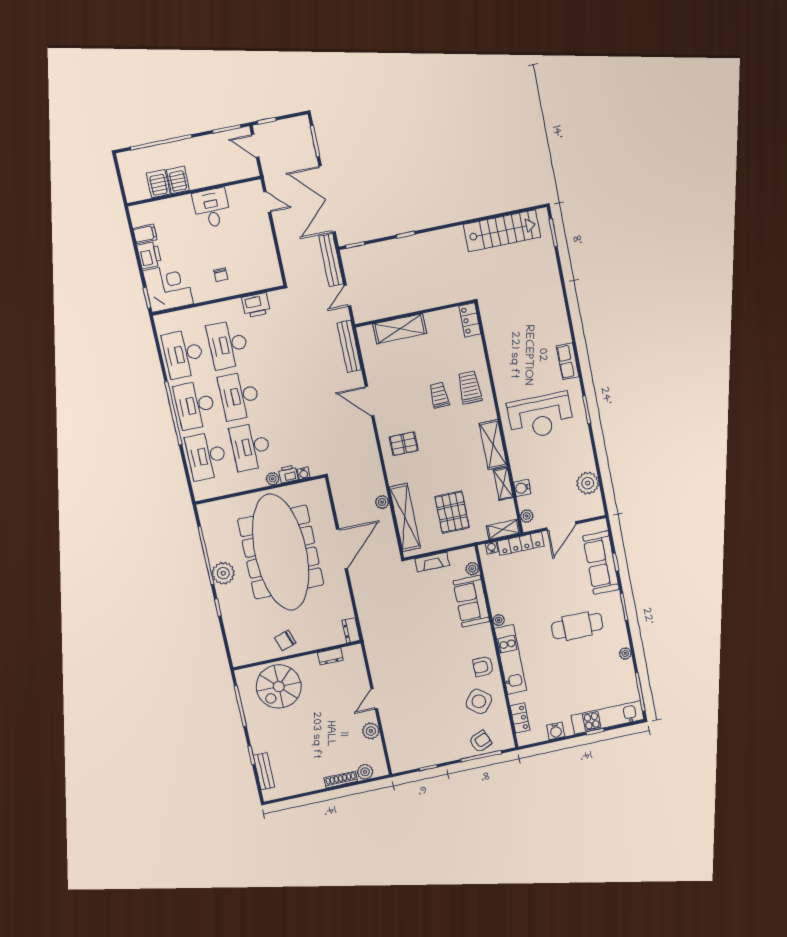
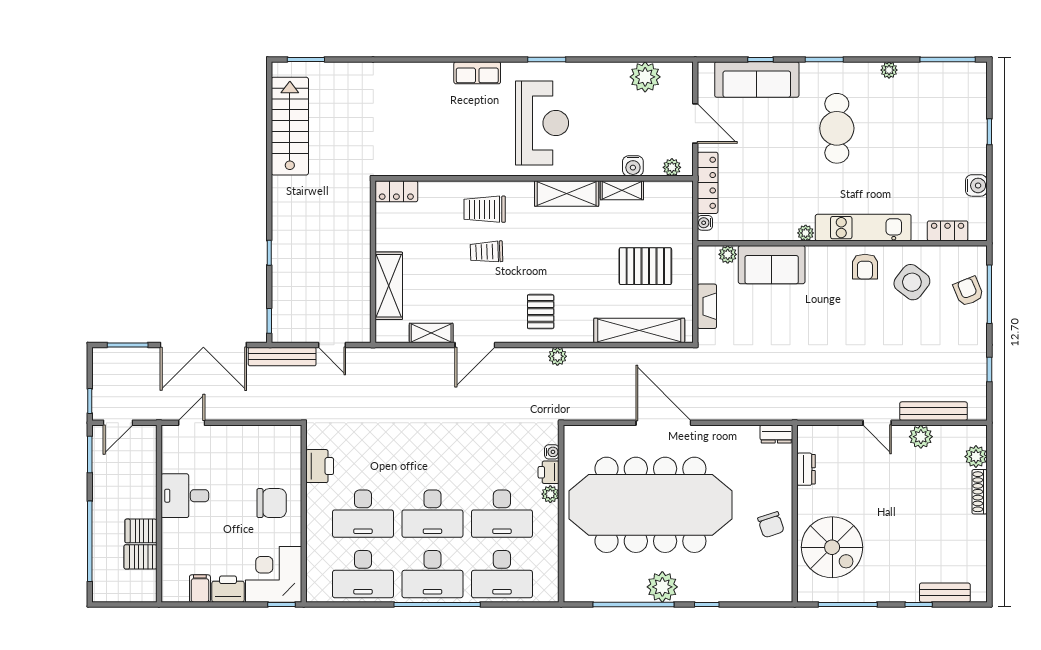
chair: (221, 275) -> (272, 503), width x1.87, depth x1.87
bench: (349, 346) -> (934, 411), moved
plant: (382, 502) -> (557, 356), moved
shelving: (503, 529) -> (431, 333), moved, turned 90
kitchen unit: (608, 717) -> (973, 111), removed

